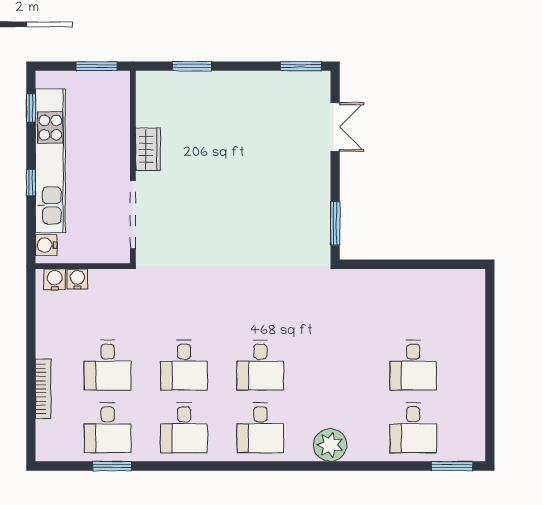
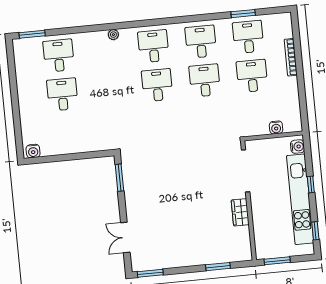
water cooler: (55, 279) -> (33, 151), moved
plant: (330, 445) -> (113, 35), width x0.53, depth x0.53

